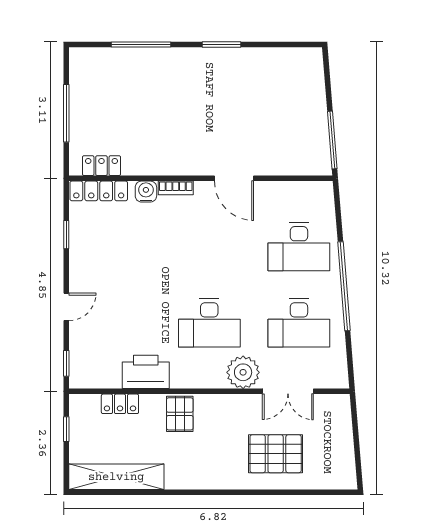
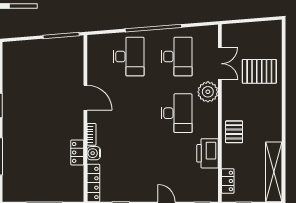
locker: (101, 166) -> (77, 152), moved
door: (234, 178) -> (85, 98), hinge flipped
locker: (120, 404) -> (228, 181), moved
pallet: (180, 414) -> (234, 132), turned 90
pallet: (276, 454) -> (259, 71), turned 90

